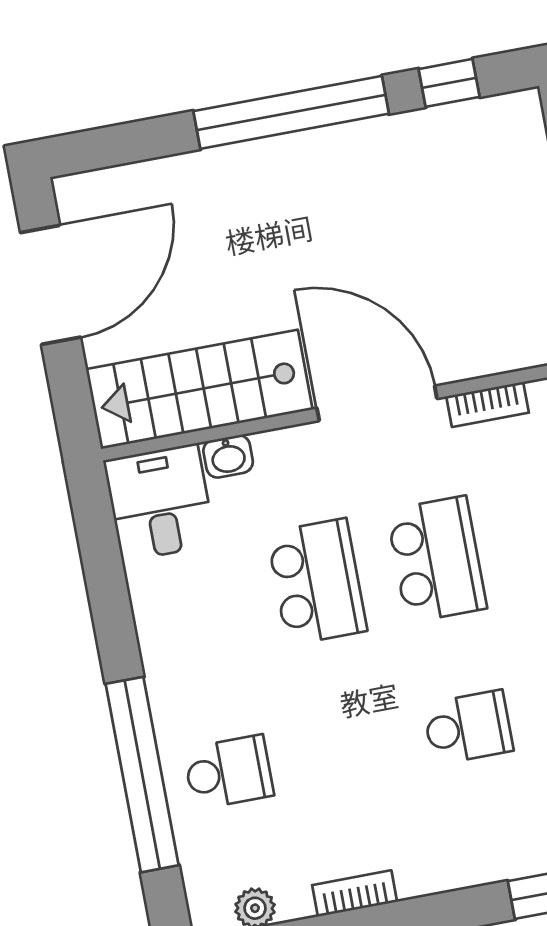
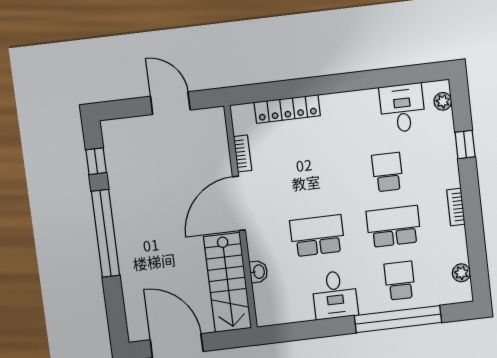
desk: (160, 503) -> (335, 295), moved, turned -90
school desk: (437, 559) -> (394, 227), moved
bookcase: (355, 893) -> (456, 207), moved

